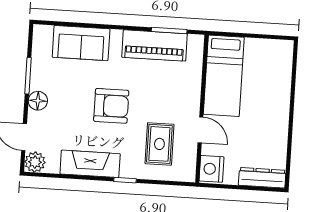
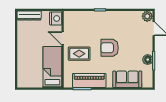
floor lamp: (38, 101) -> (148, 60), moved
rug: (159, 144) -> (79, 54), moved, turned 90
fireplace: (90, 164) -> (119, 17), removed

